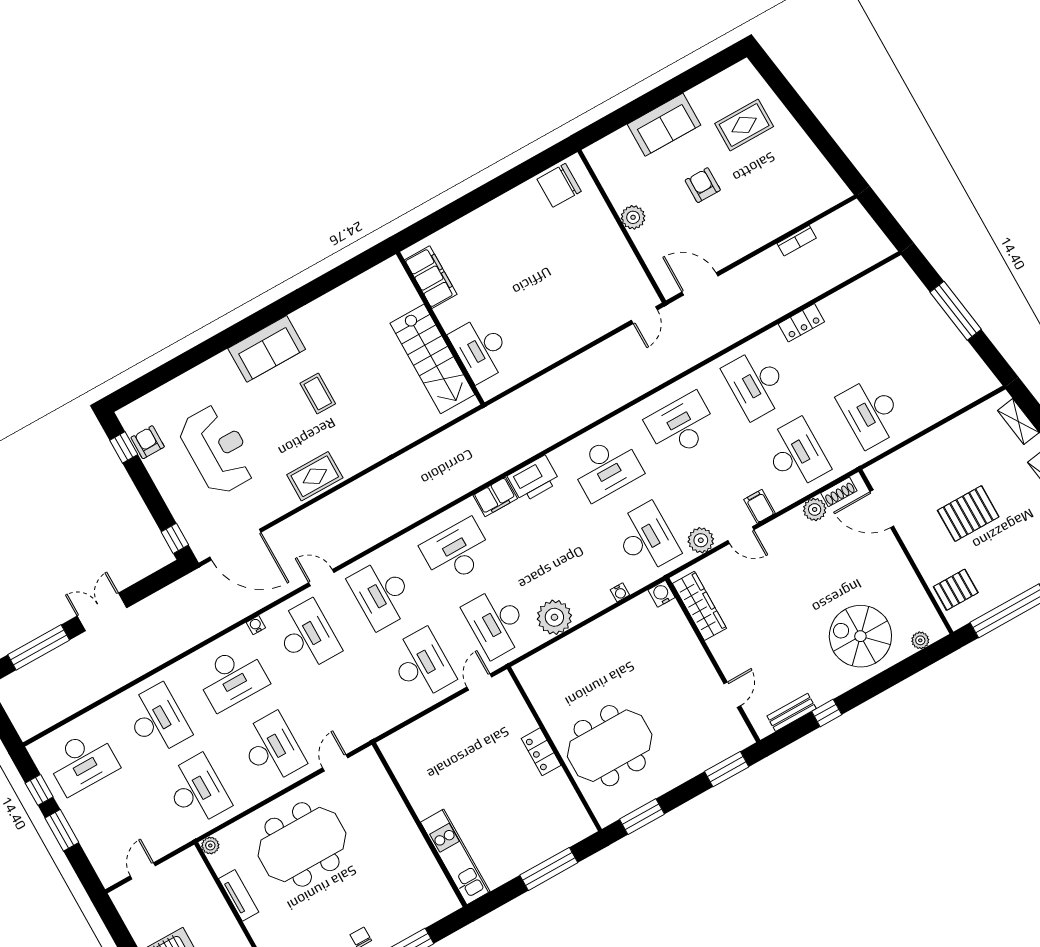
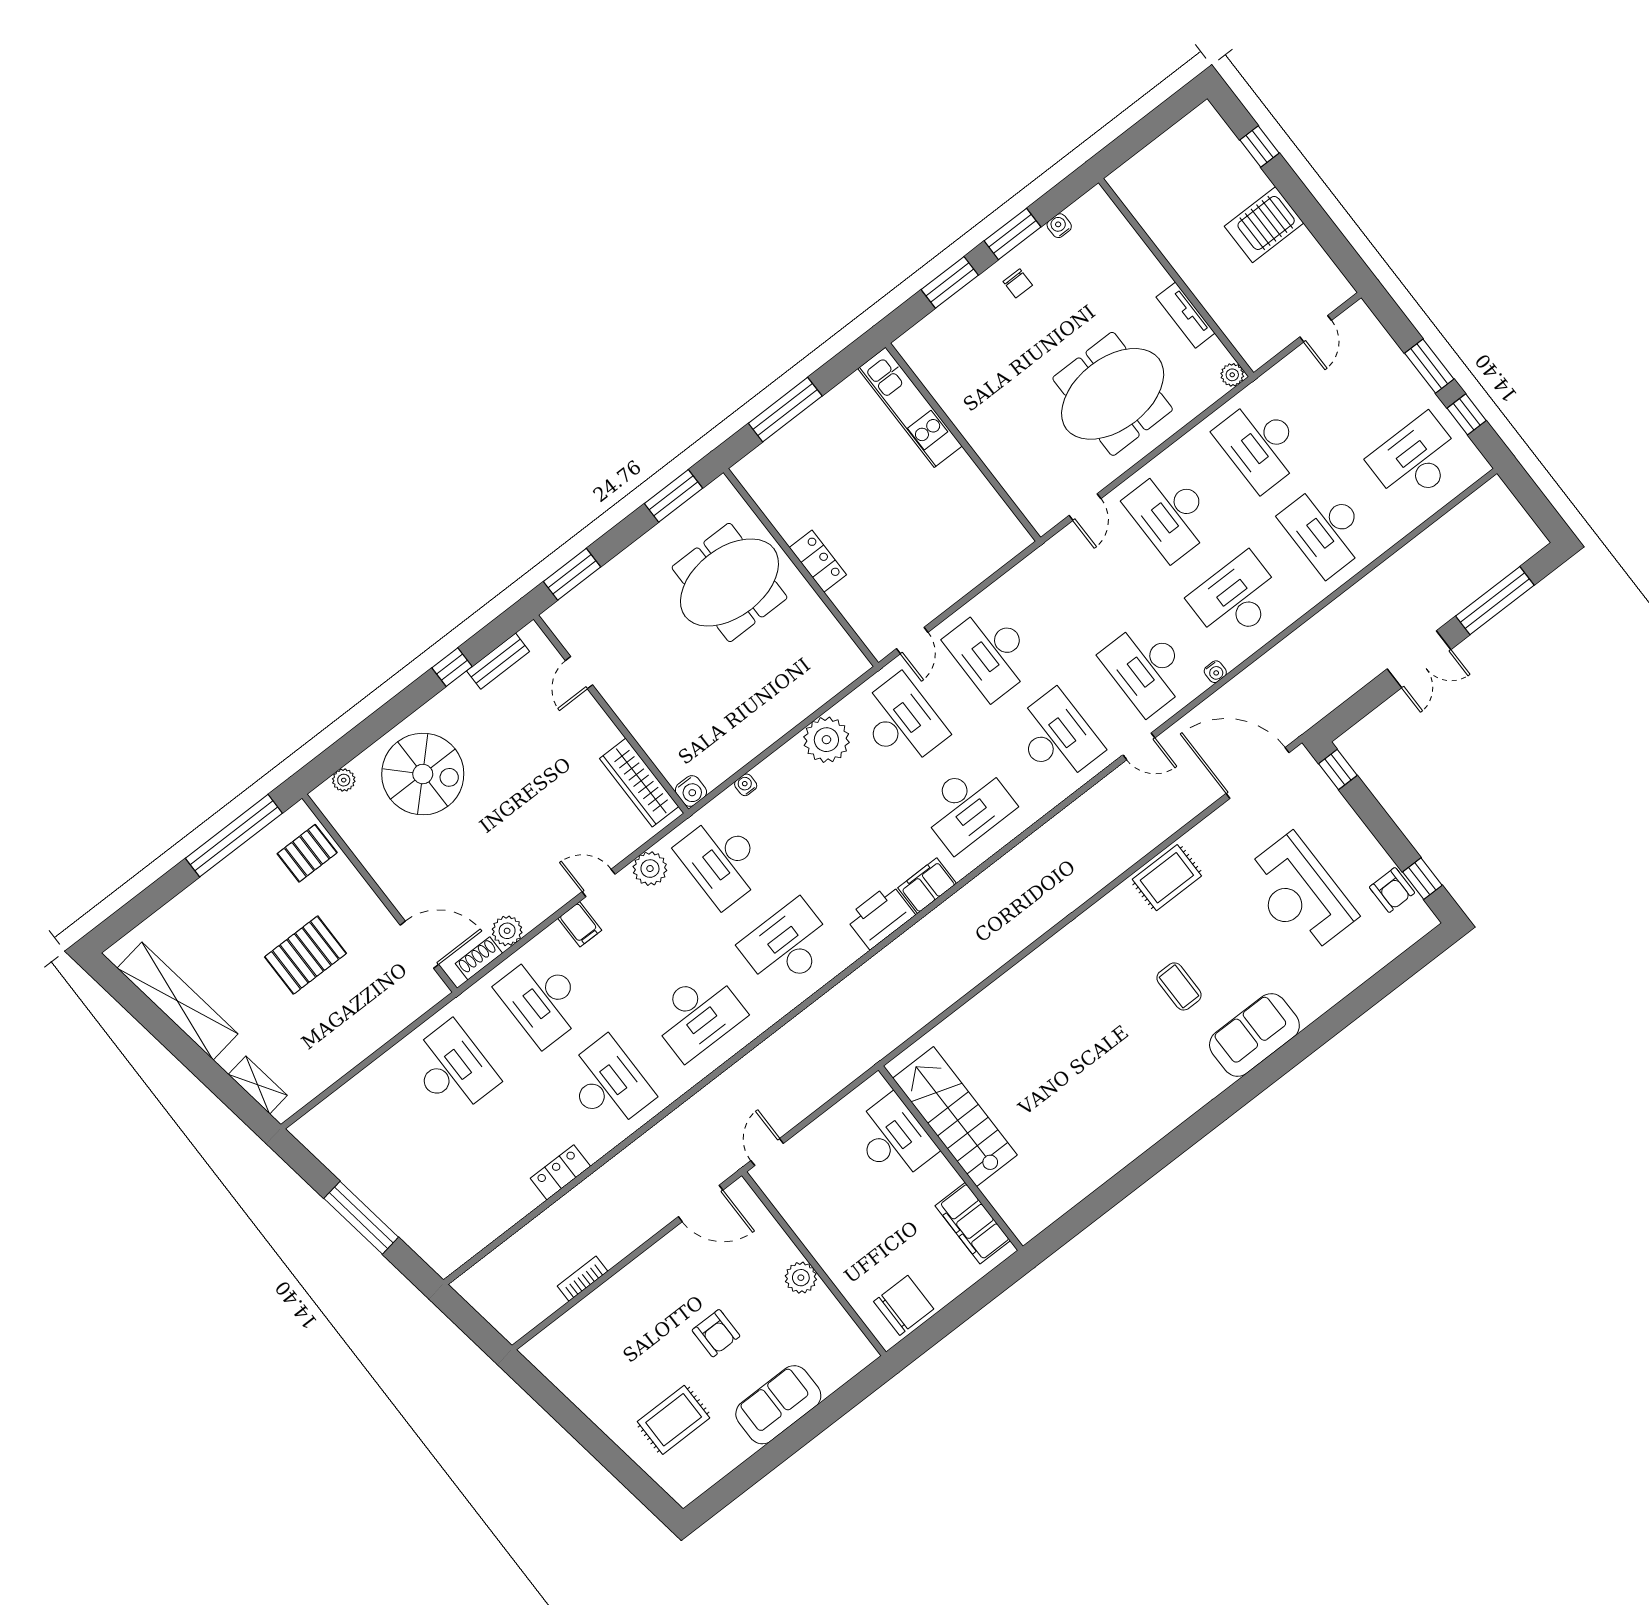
filing cabinet: (431, 277) -> (973, 1223), moved
wall: (440, 328) -> (951, 1158), moved
desk: (481, 349) -> (893, 1139), moved
stairs: (432, 359) -> (955, 1117), moved

